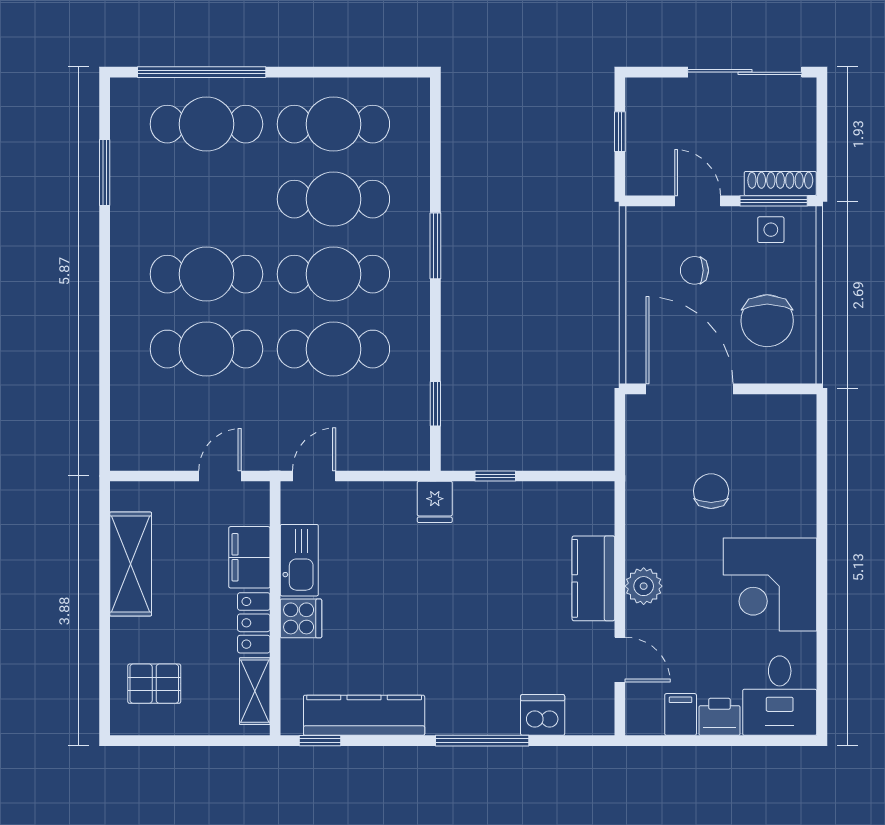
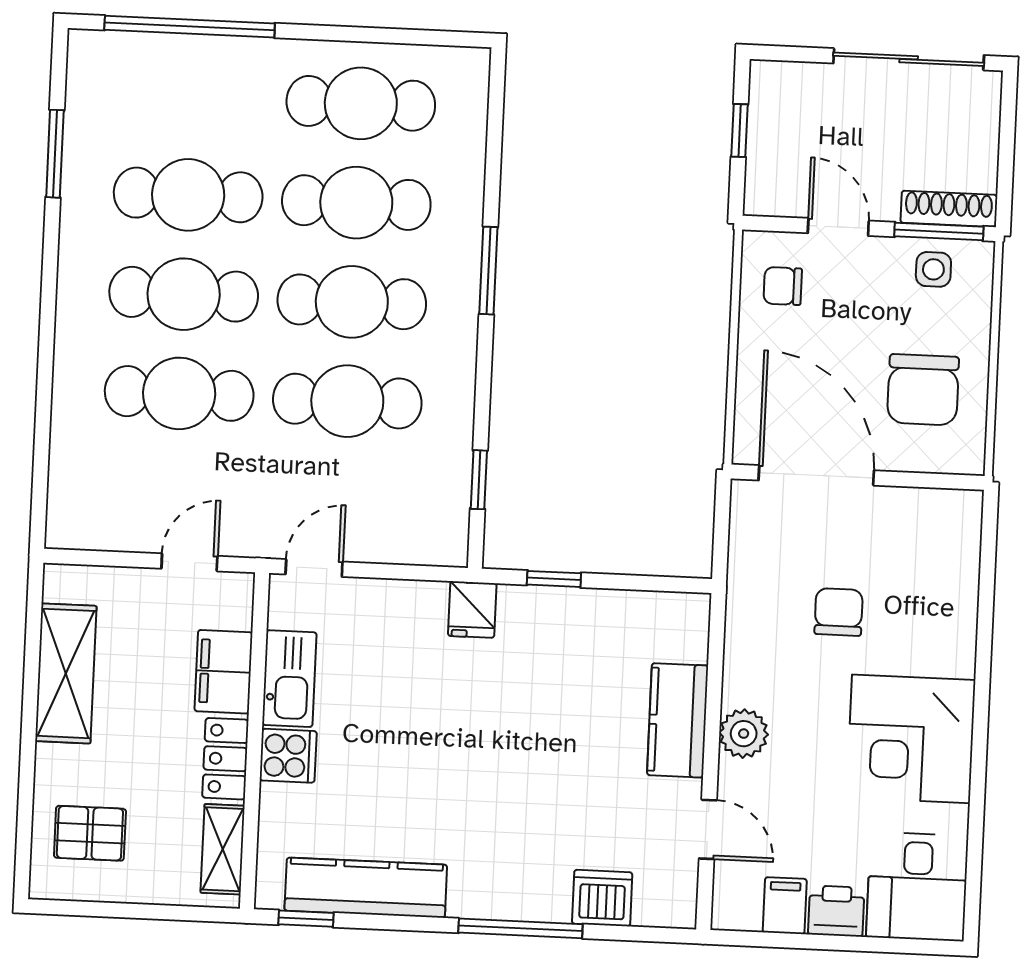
cafe table: (206, 124) -> (188, 195), moved
chair: (694, 270) -> (783, 286), moved

